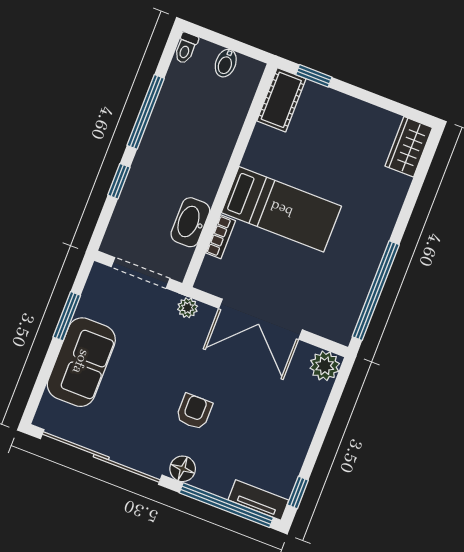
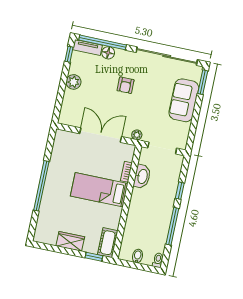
wardrobe: (409, 147) -> (70, 241), moved, turned -90
window: (376, 291) -> (41, 186), moved
window: (67, 316) -> (203, 82), moved
plant: (325, 366) -> (73, 82), moved
floor lamp: (183, 469) -> (108, 53), moved

